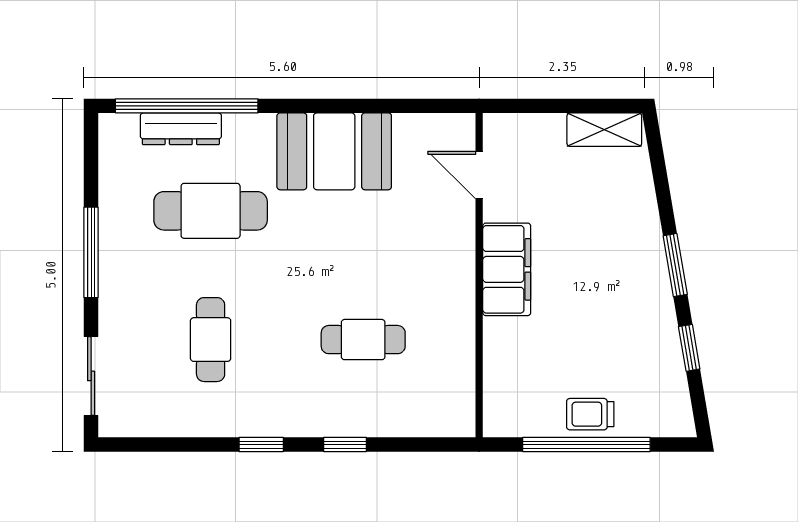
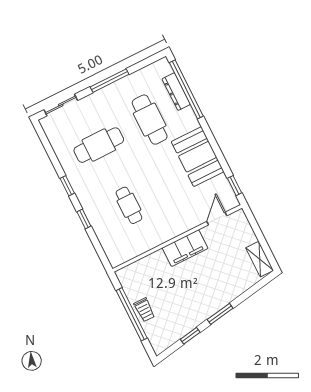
window: (430, 106) -> (235, 186), added
cafe table: (211, 340) -> (99, 145), width x1.37, depth x1.35
trolley: (590, 414) -> (144, 310), turned 180

